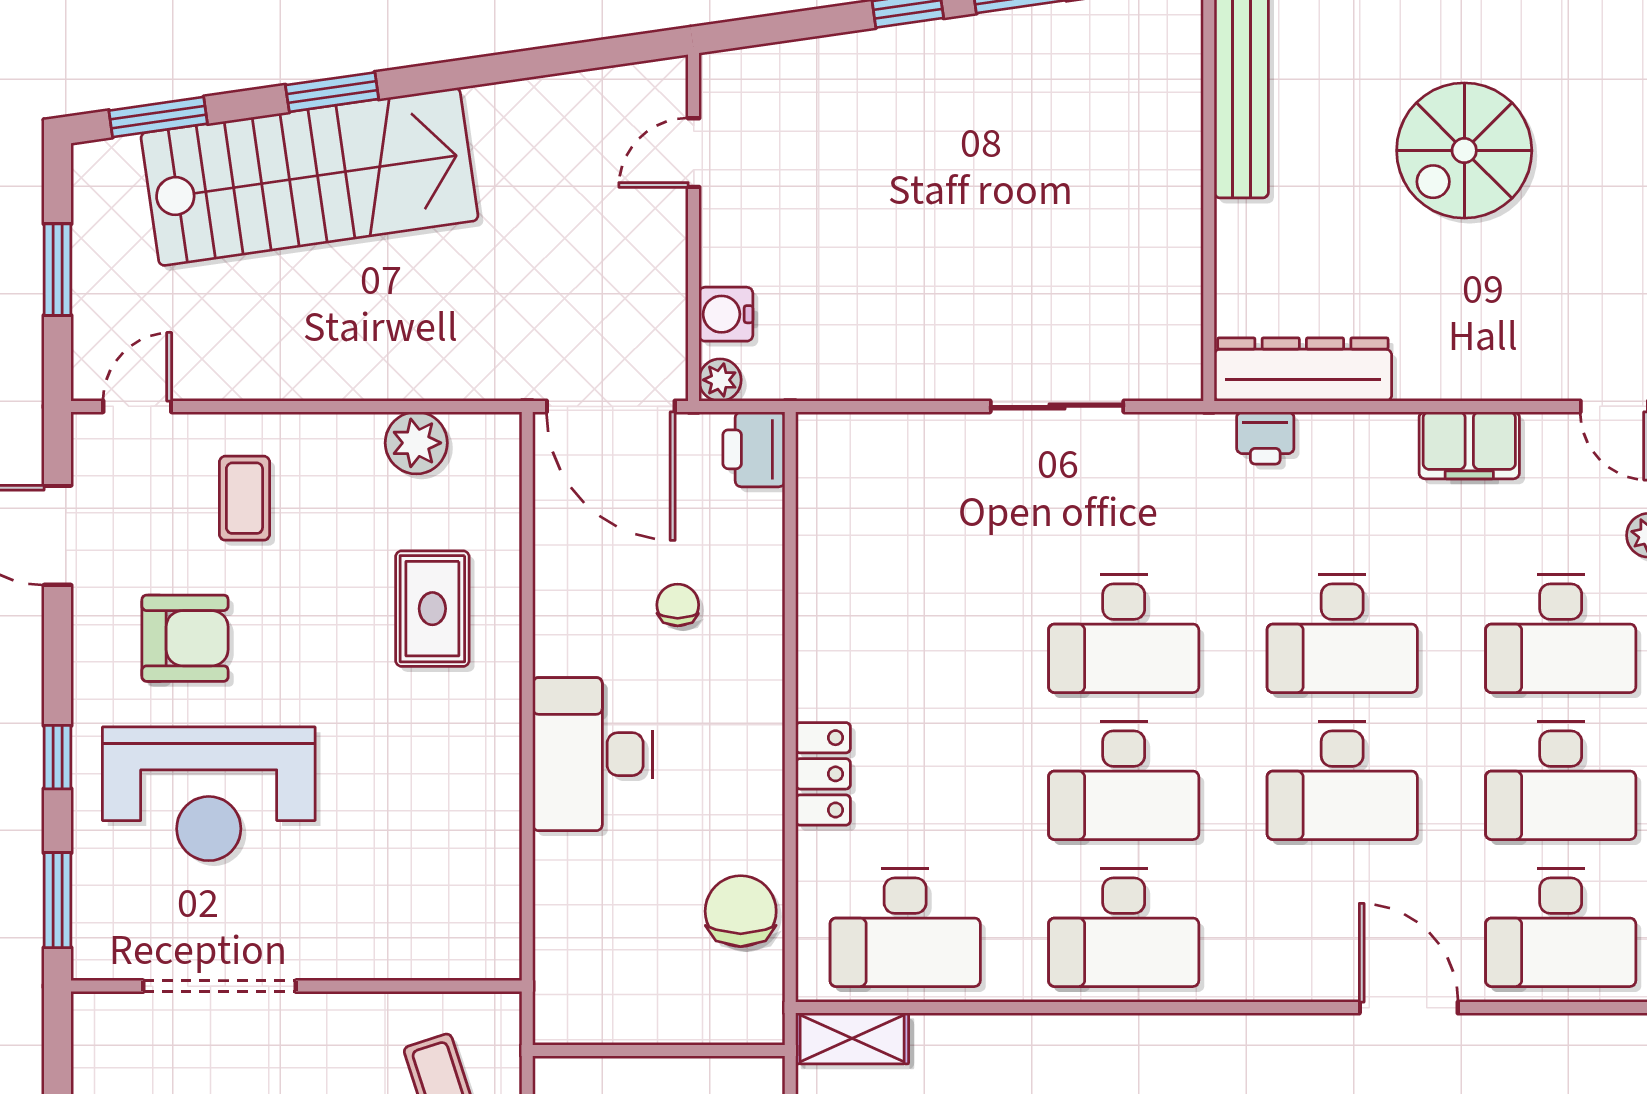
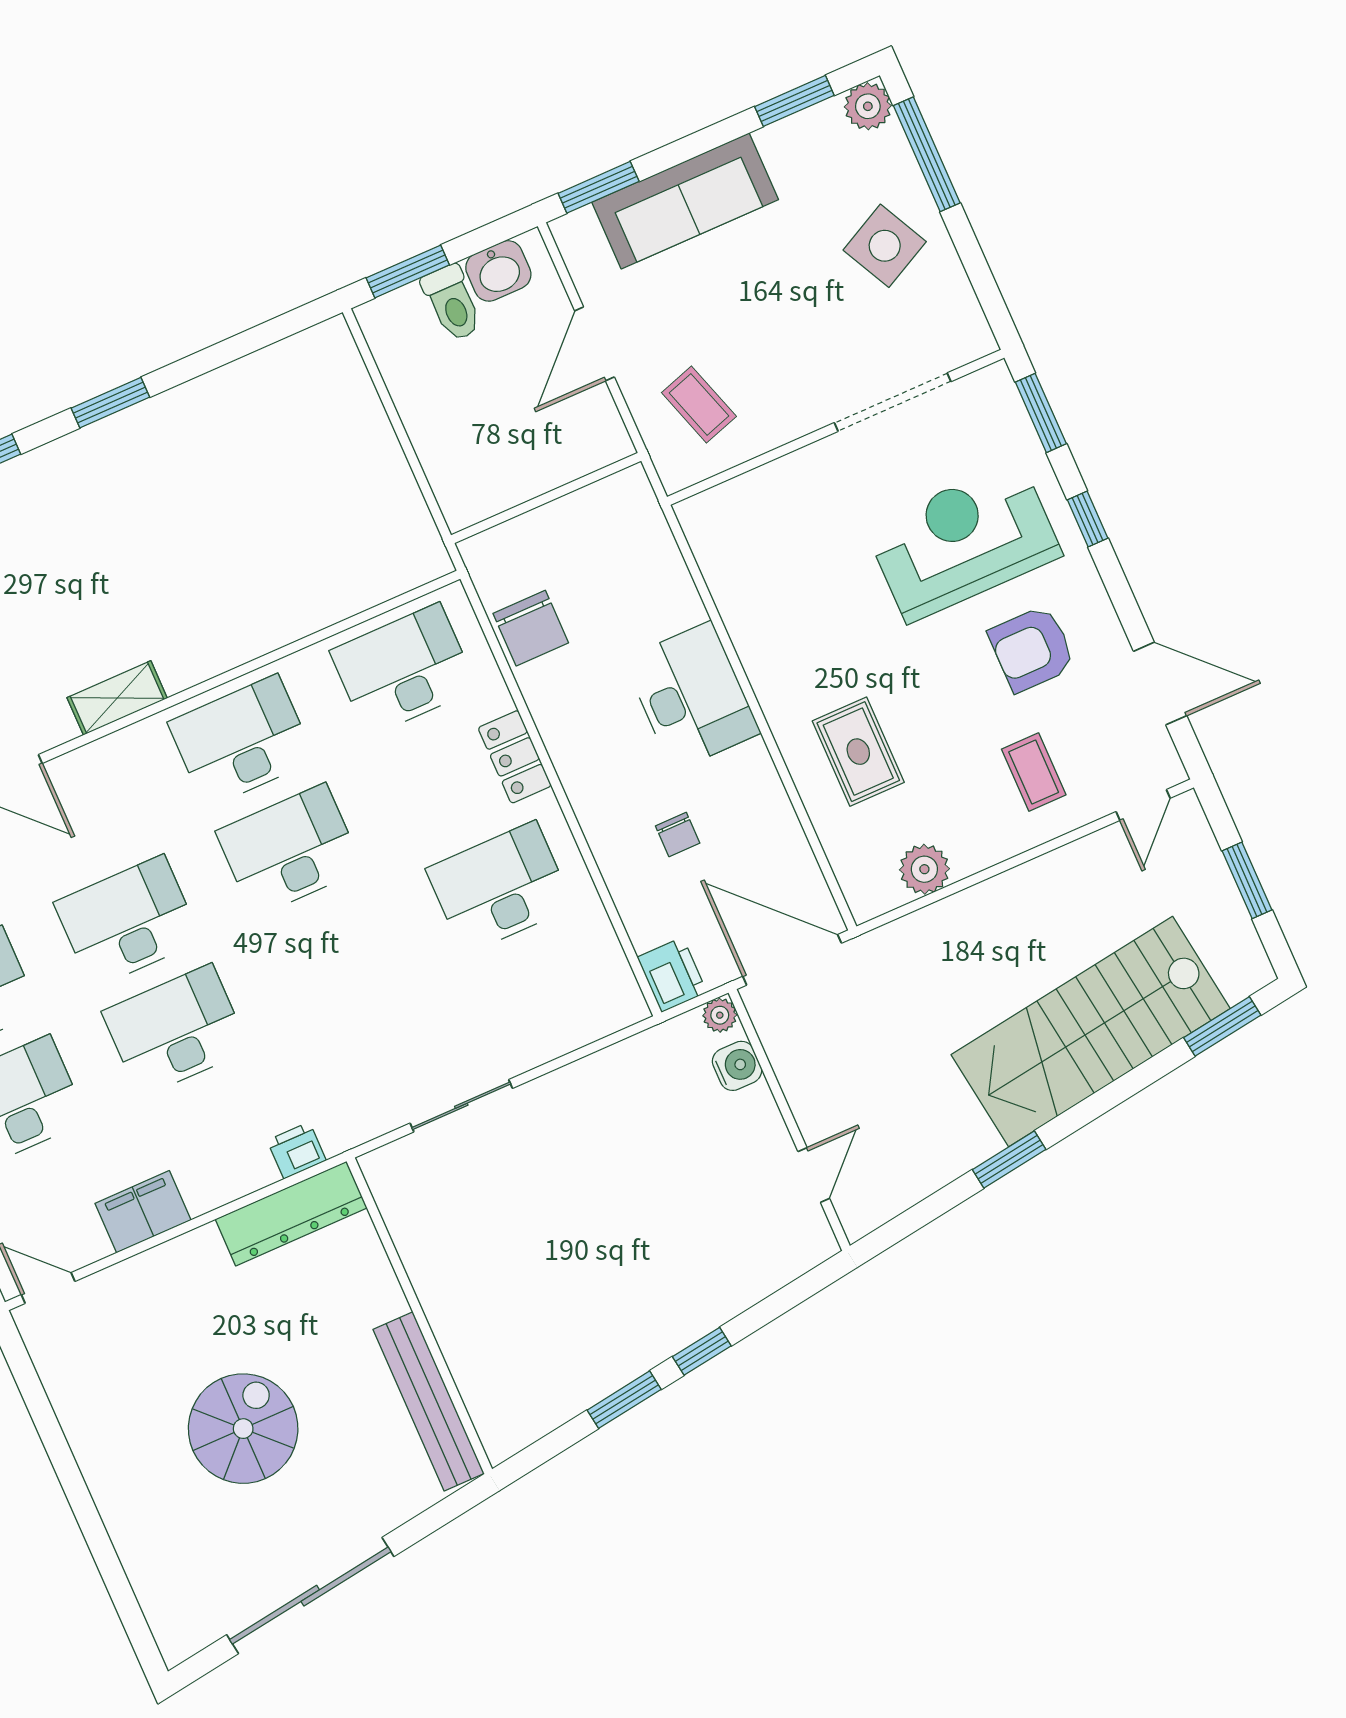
window: (332, 92) -> (1009, 1159), moved
desk: (1124, 634) -> (500, 888), moved
shelving: (852, 1038) -> (117, 698), moved

